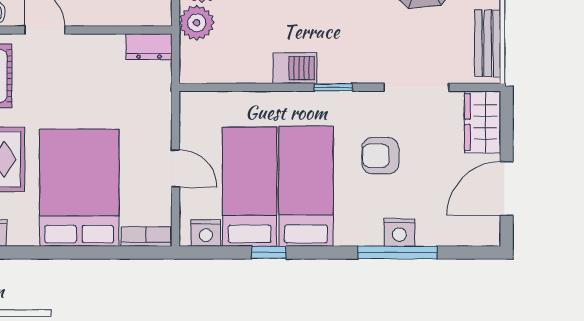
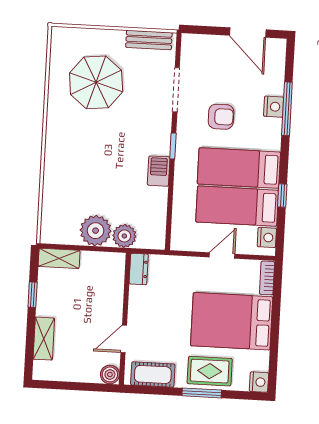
wardrobe: (483, 122) -> (202, 46), removed
armchair: (380, 156) -> (221, 117), turned -90

